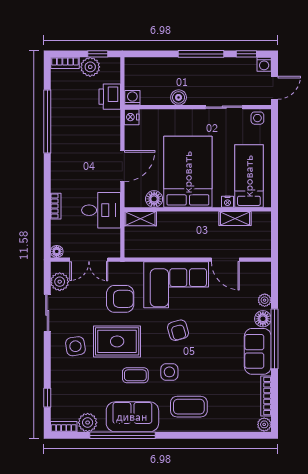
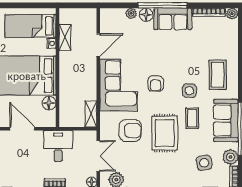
shelving: (140, 219) -> (91, 114), moved
armchair: (120, 299) -> (130, 131), turned 90
armchair: (178, 330) -> (156, 84), turned 105
side table: (75, 346) -> (204, 163), moved

